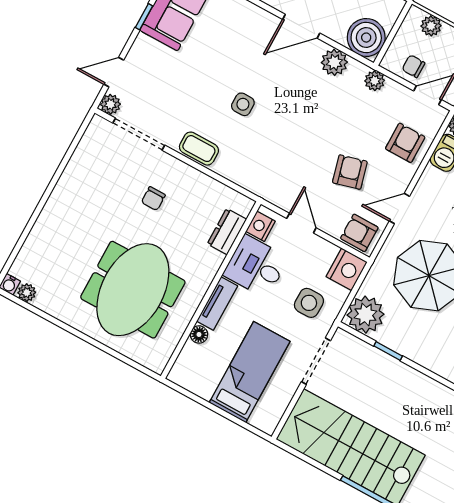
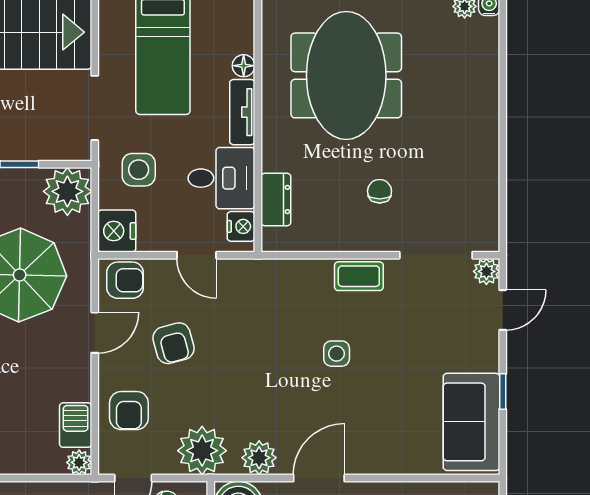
plant: (375, 81) -> (202, 451), width x1.87, depth x1.87

